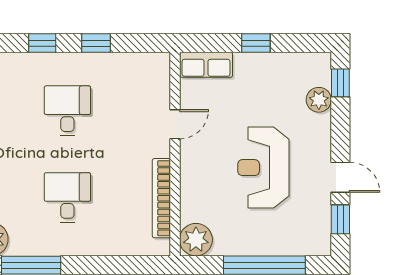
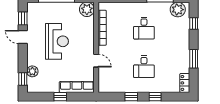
row of seats: (206, 65) -> (77, 87), width x1.48
door: (175, 124) -> (96, 61), swing flipped

